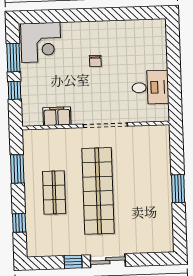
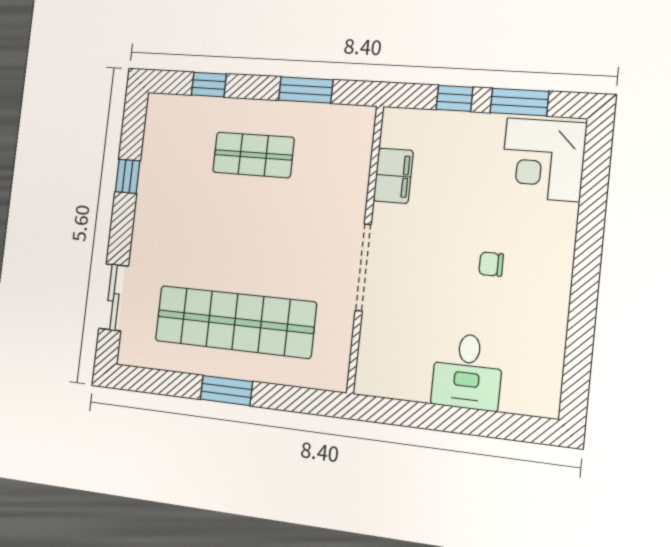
desk: (150, 87) -> (467, 372), moved
shop shelf: (98, 191) -> (235, 322), moved
sliding door: (108, 261) -> (114, 297), moved

